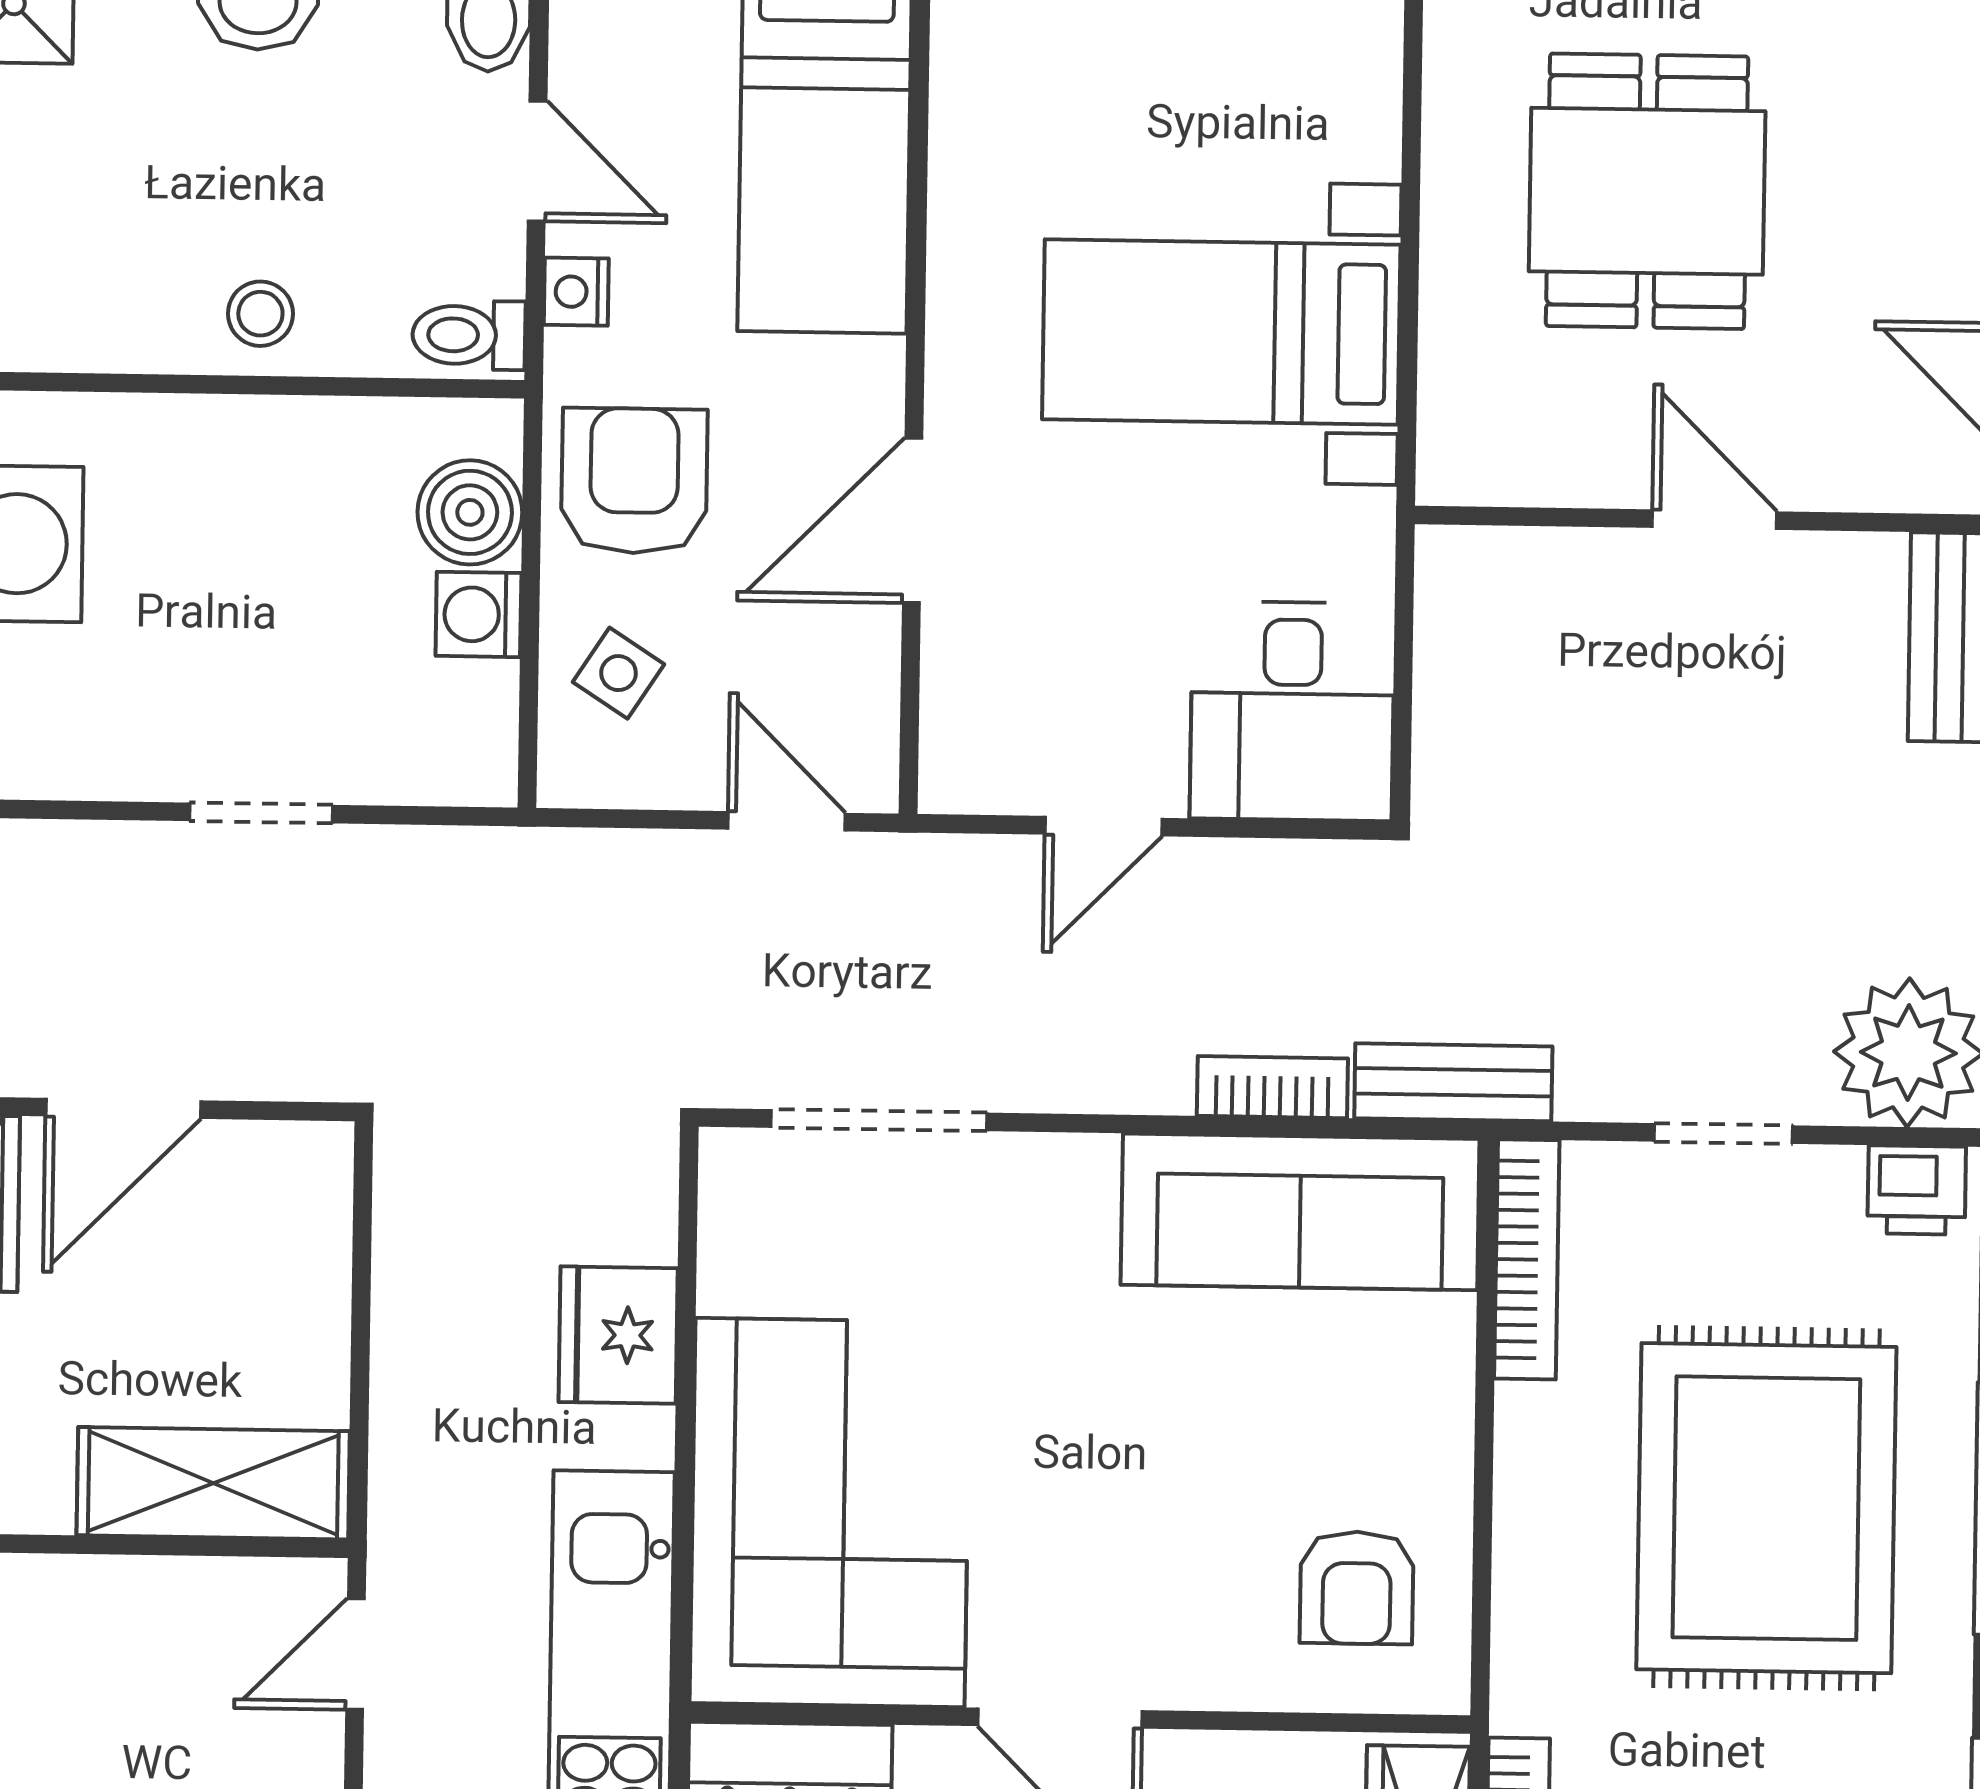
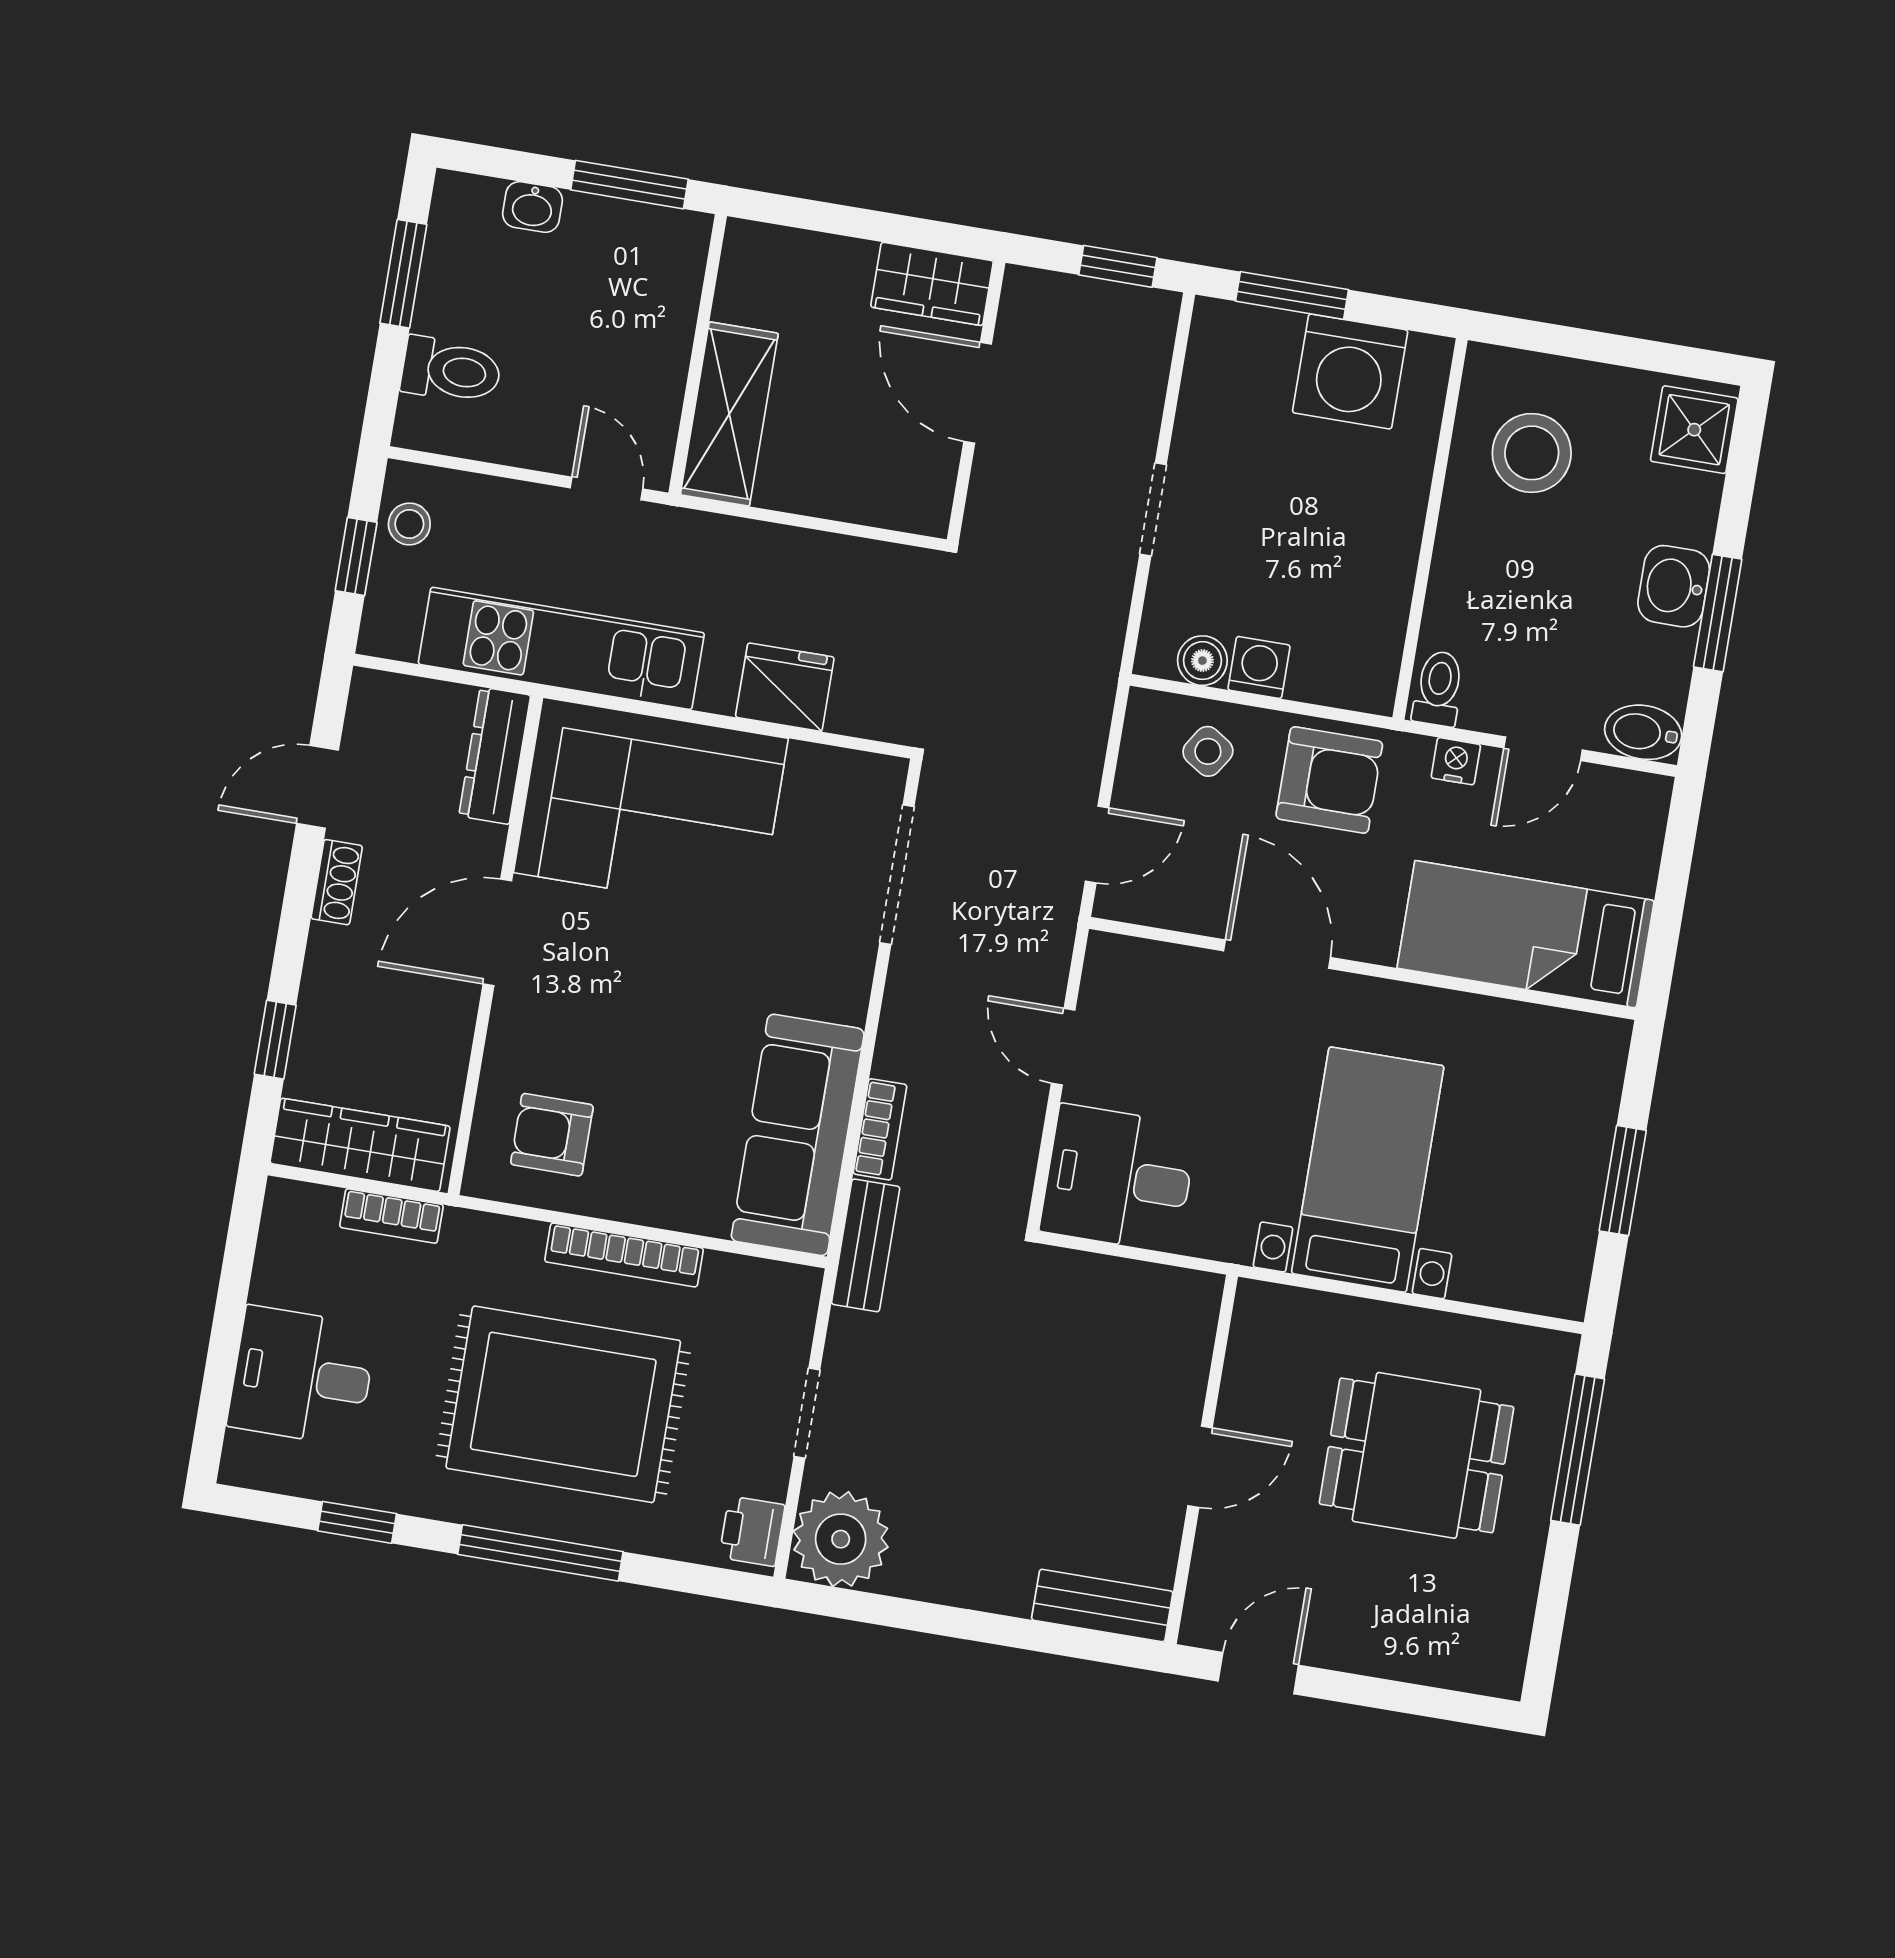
stool: (260, 314) -> (1532, 453), moved, width x1.89, depth x1.89
boiler: (470, 512) -> (1202, 661), moved, width x0.73, depth x0.73
bookcase: (1527, 1259) -> (624, 1255), moved

